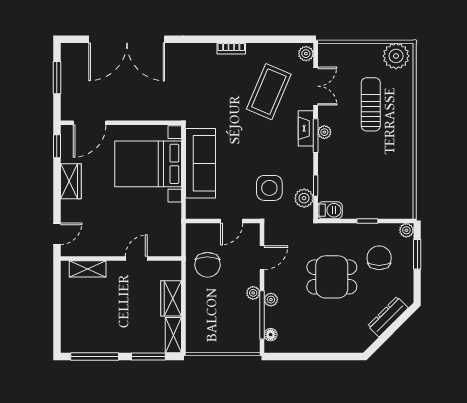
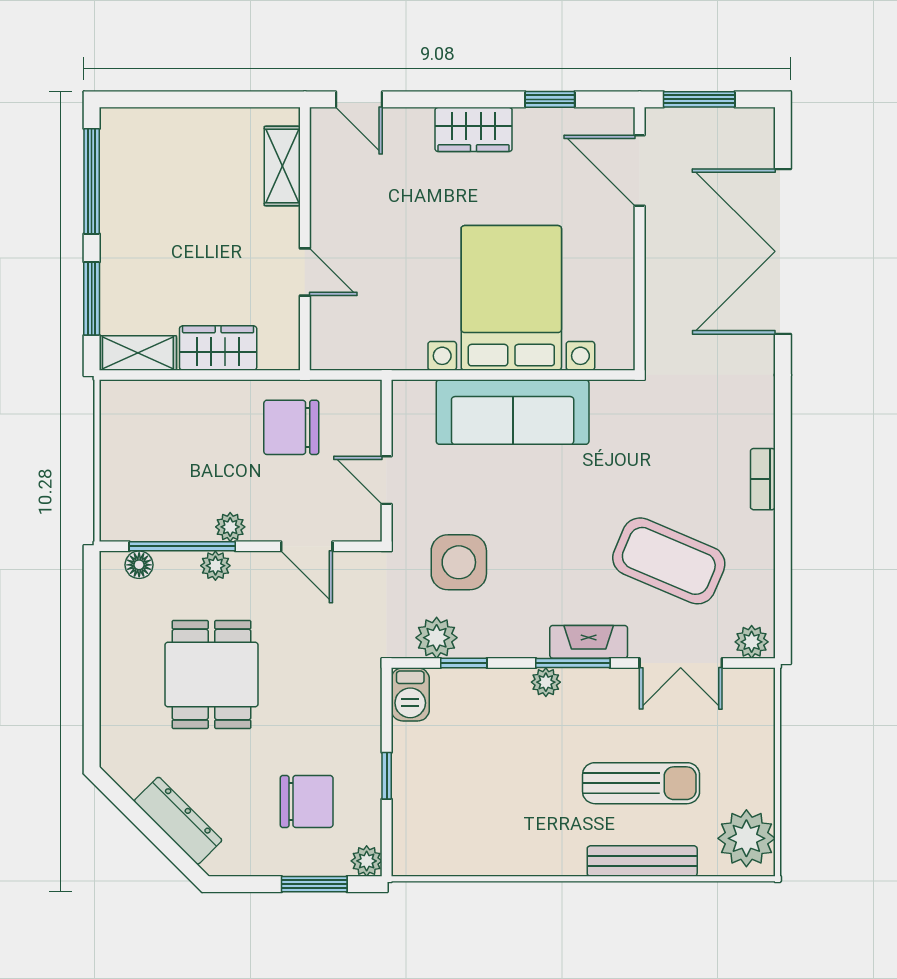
bench: (406, 104) -> (642, 861), added
door: (90, 123) -> (640, 170), moved
wall: (121, 123) -> (640, 239), moved
plant: (324, 132) -> (546, 682), moved
dining table: (332, 277) -> (212, 674), moved

